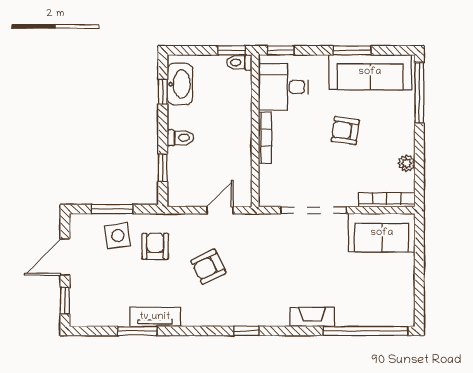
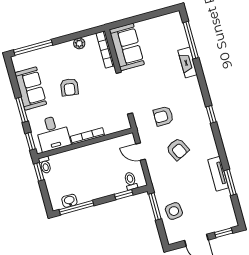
window: (352, 50) -> (22, 110), moved
sofa: (370, 72) -> (31, 88), width x0.73
washbasin: (180, 84) -> (69, 201), width x0.52, depth x0.69
window: (163, 92) -> (77, 208), width x2.17
toilet: (180, 138) -> (131, 181), moved
window: (112, 209) -> (155, 207), moved
armchair: (155, 246) -> (163, 116), moved
fireplace: (312, 317) -> (188, 62), moved
window: (366, 331) -> (191, 40), width x0.68

